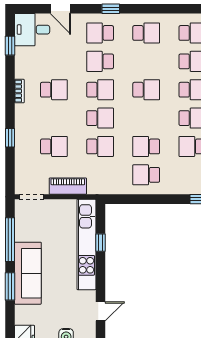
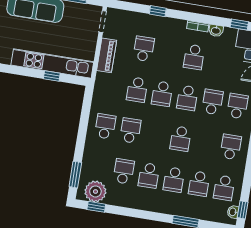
school desk: (146, 33) -> (231, 147), turned 180
washbasin: (21, 70) -> (216, 31), added
school desk: (54, 146) -> (144, 49), turned 180

